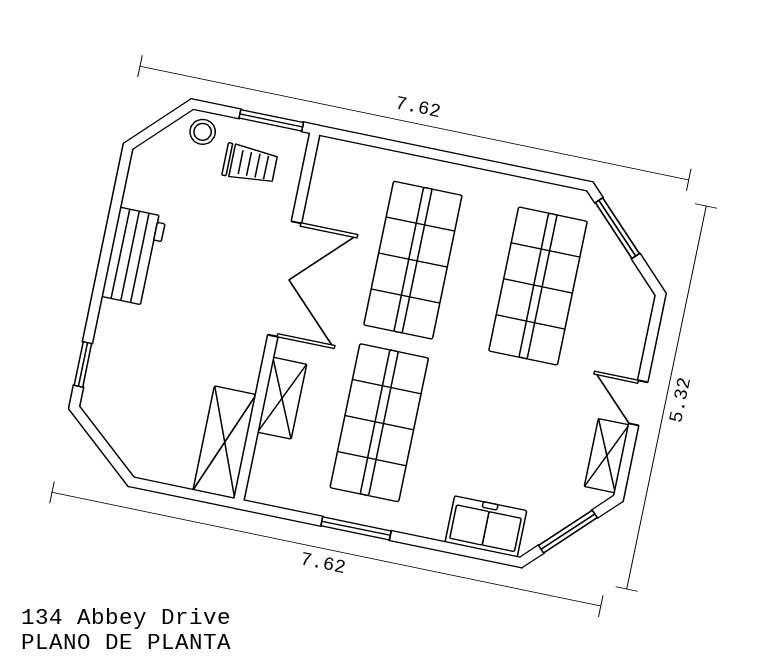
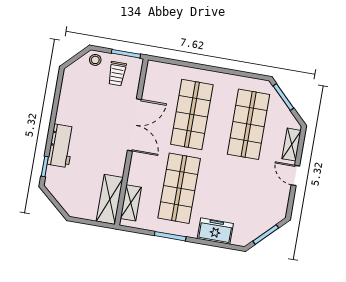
trolley: (250, 164) -> (117, 74), turned 90
workbench: (134, 257) -> (61, 146), moved
shelving: (282, 398) -> (131, 203), moved
shelving: (607, 456) -> (292, 145), moved
freezer: (486, 526) -> (215, 231), moved

